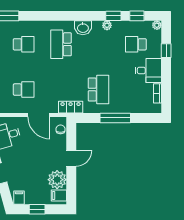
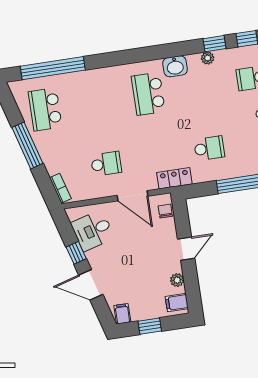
school desk: (24, 44) -> (97, 102), removed
school desk: (98, 90) -> (209, 148), width x0.54
plant: (57, 180) -> (177, 280), width x0.53, depth x0.53

